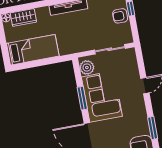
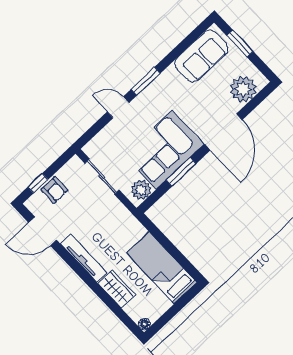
wardrobe: (23, 17) -> (117, 289), moved
window: (153, 128) -> (146, 81), moved

